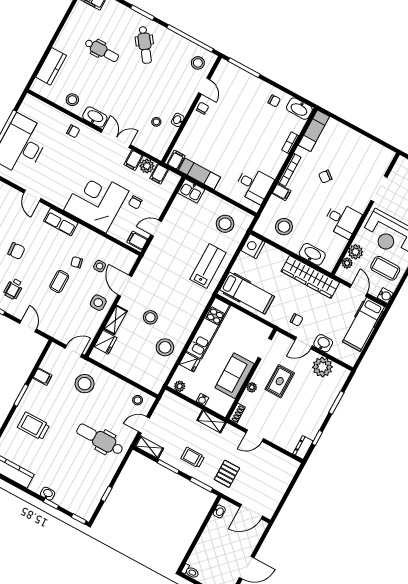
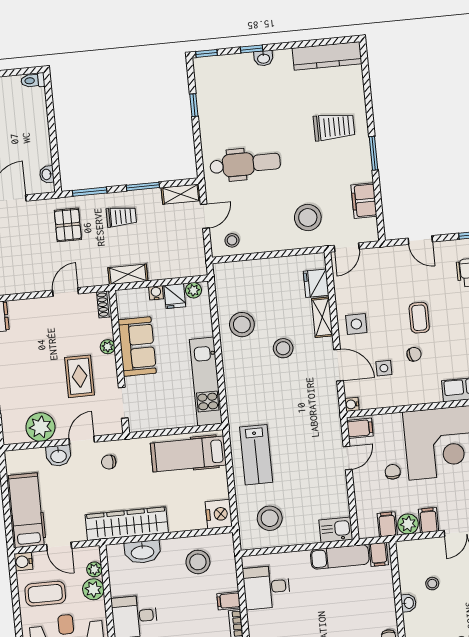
water cooler: (132, 258) -> (352, 404), added
fridge: (190, 362) -> (175, 296), moved, turned -90
filing cabinet: (42, 377) -> (364, 201), width x2.00

